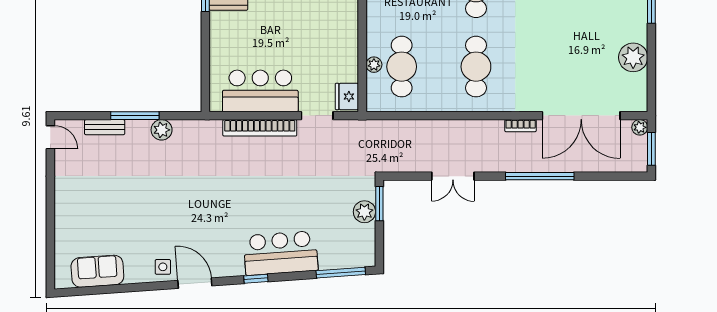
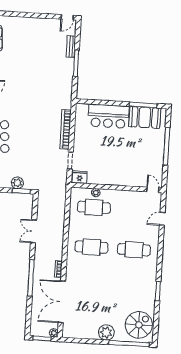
plant: (633, 57) -> (106, 332), moved
bar counter: (260, 91) -> (108, 116), moved, turned 90
plant: (162, 130) -> (68, 77), removed

